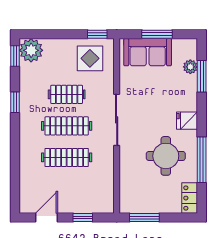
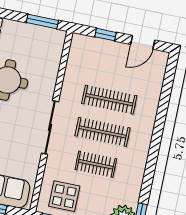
window: (15, 102) -> (150, 167), removed

